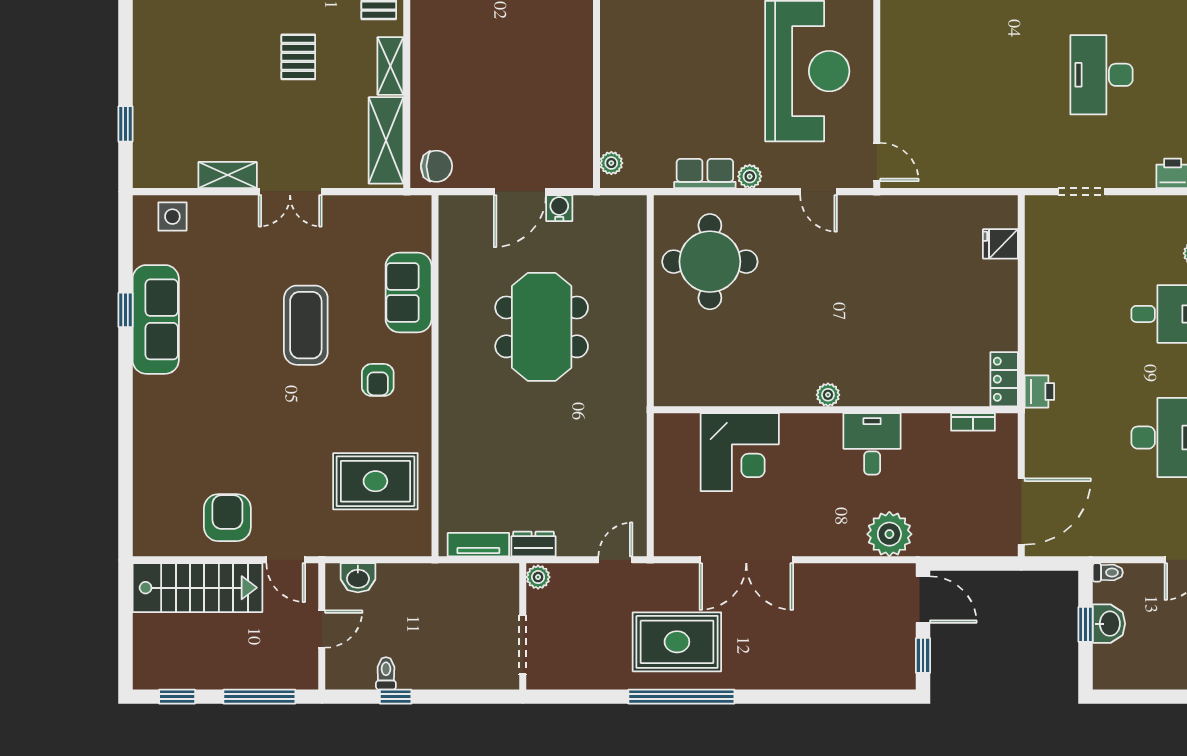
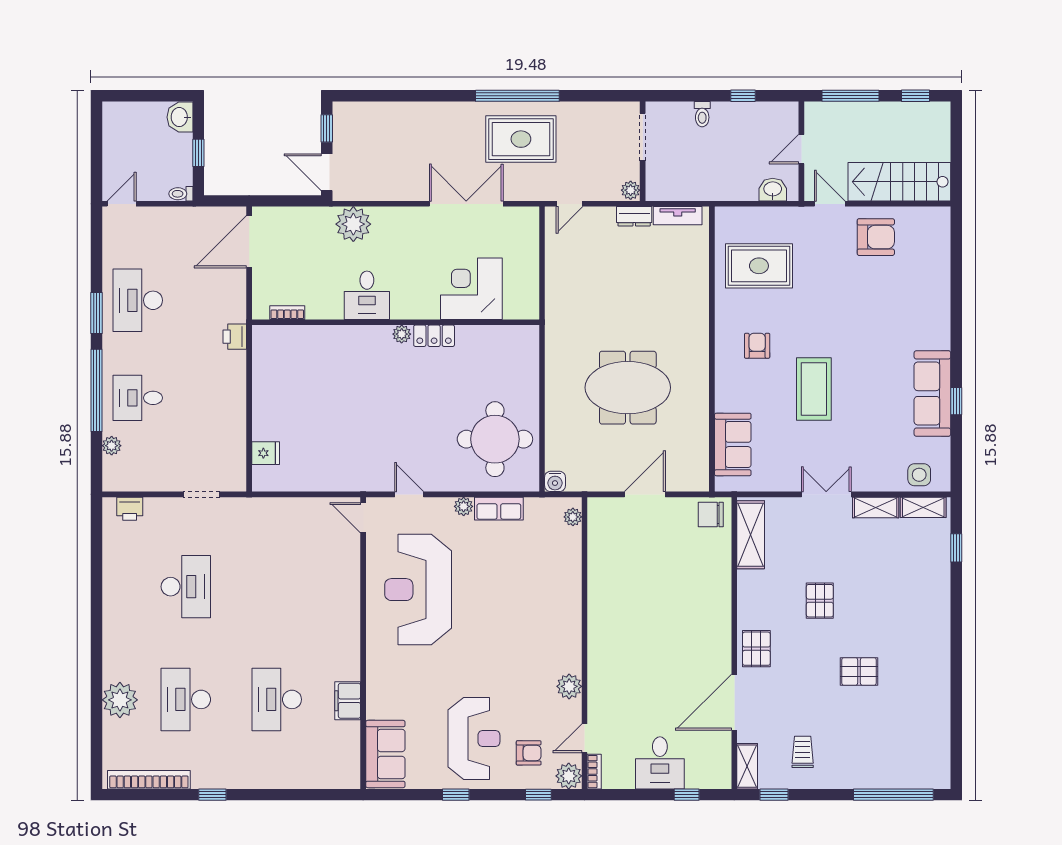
shelving: (390, 66) -> (923, 507), moved, turned 90
water cooler: (559, 208) -> (555, 481), moved
sofa: (409, 292) -> (733, 444), moved
meeting table: (542, 327) -> (628, 388), turned 90
locker: (1004, 379) -> (434, 336), moved, turned 90
armchair: (227, 518) -> (876, 237), turned -90
washbasin: (1109, 624) -> (180, 117), moved
toilet: (386, 673) -> (702, 114), moved

